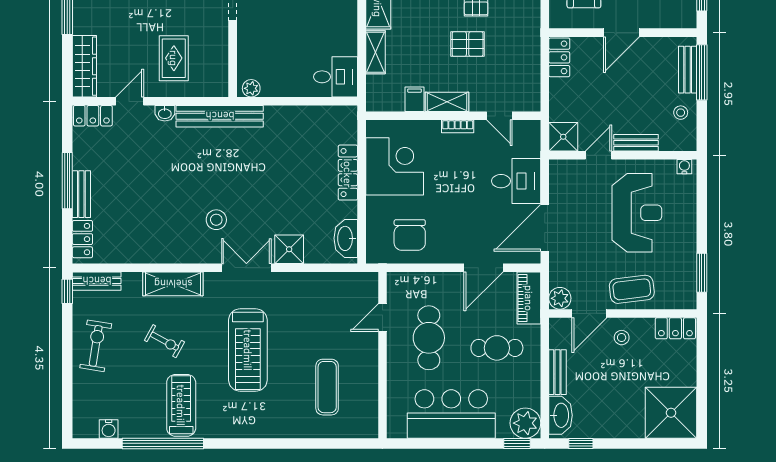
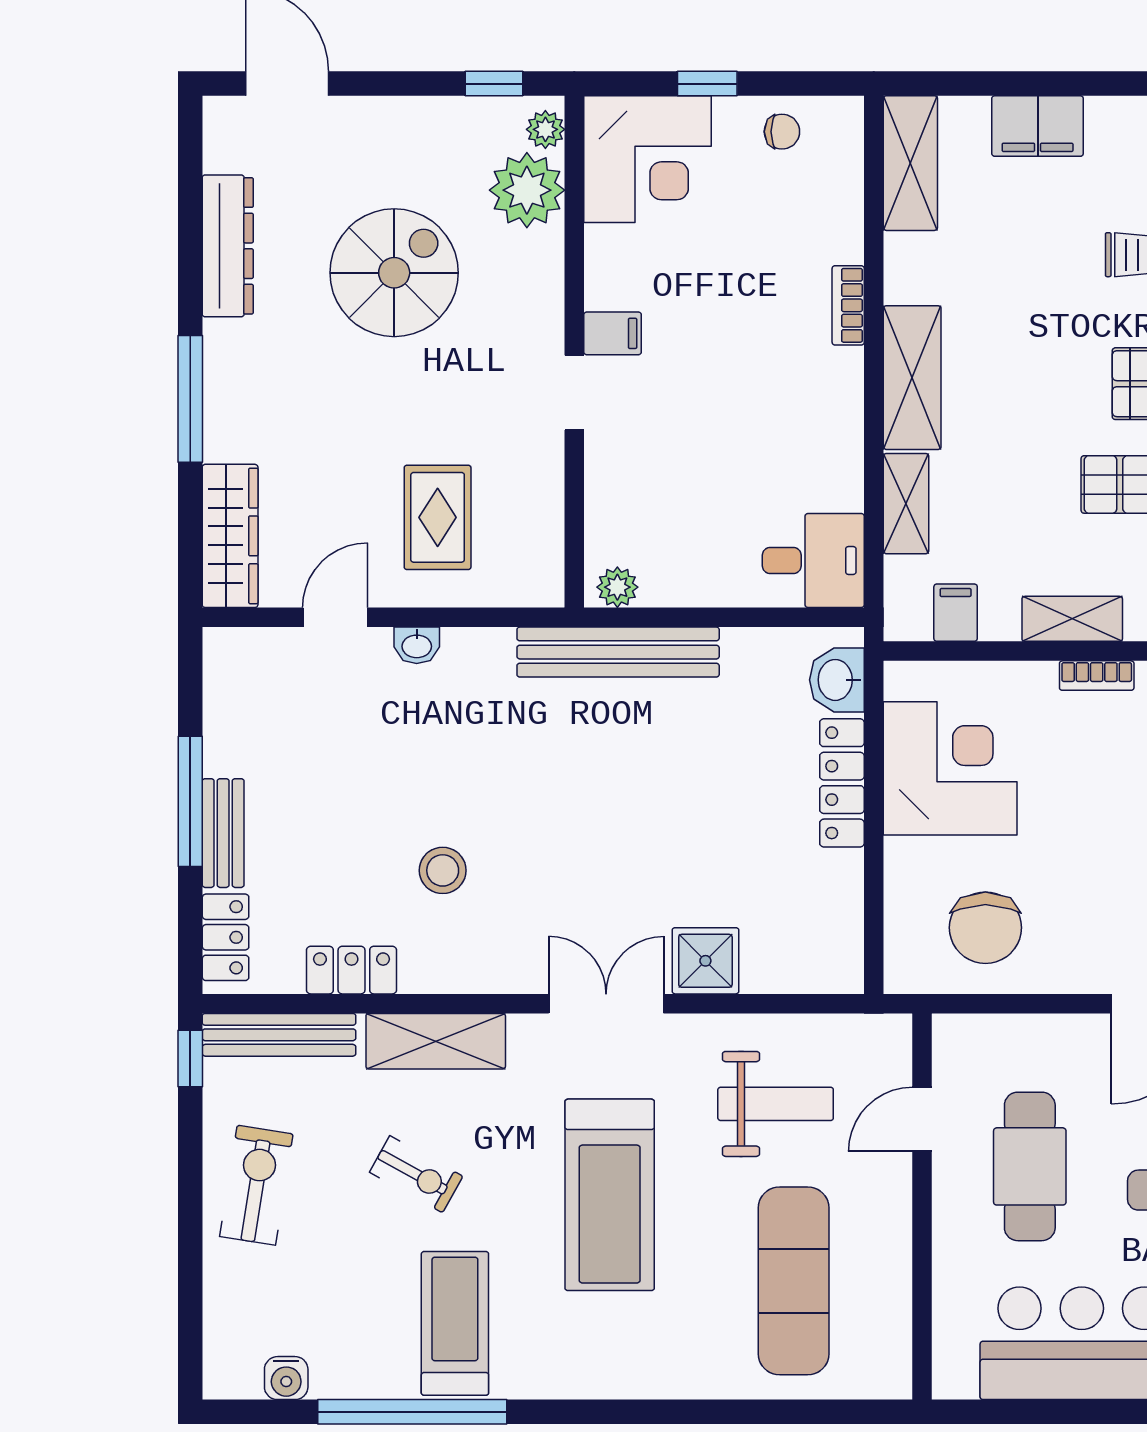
filing cabinet: (415, 99) -> (956, 613), moved
locker: (93, 116) -> (352, 970), moved, turned 180
bench: (220, 116) -> (618, 652), moved
stool: (216, 220) -> (443, 870), moved
washbasin: (346, 238) -> (837, 680), moved, width x0.72
bench: (97, 281) -> (279, 1035), width x1.36
weight bench: (319, 311) -> (776, 1104), added
exercise mat: (327, 387) -> (794, 1281), width x1.36, depth x1.45

